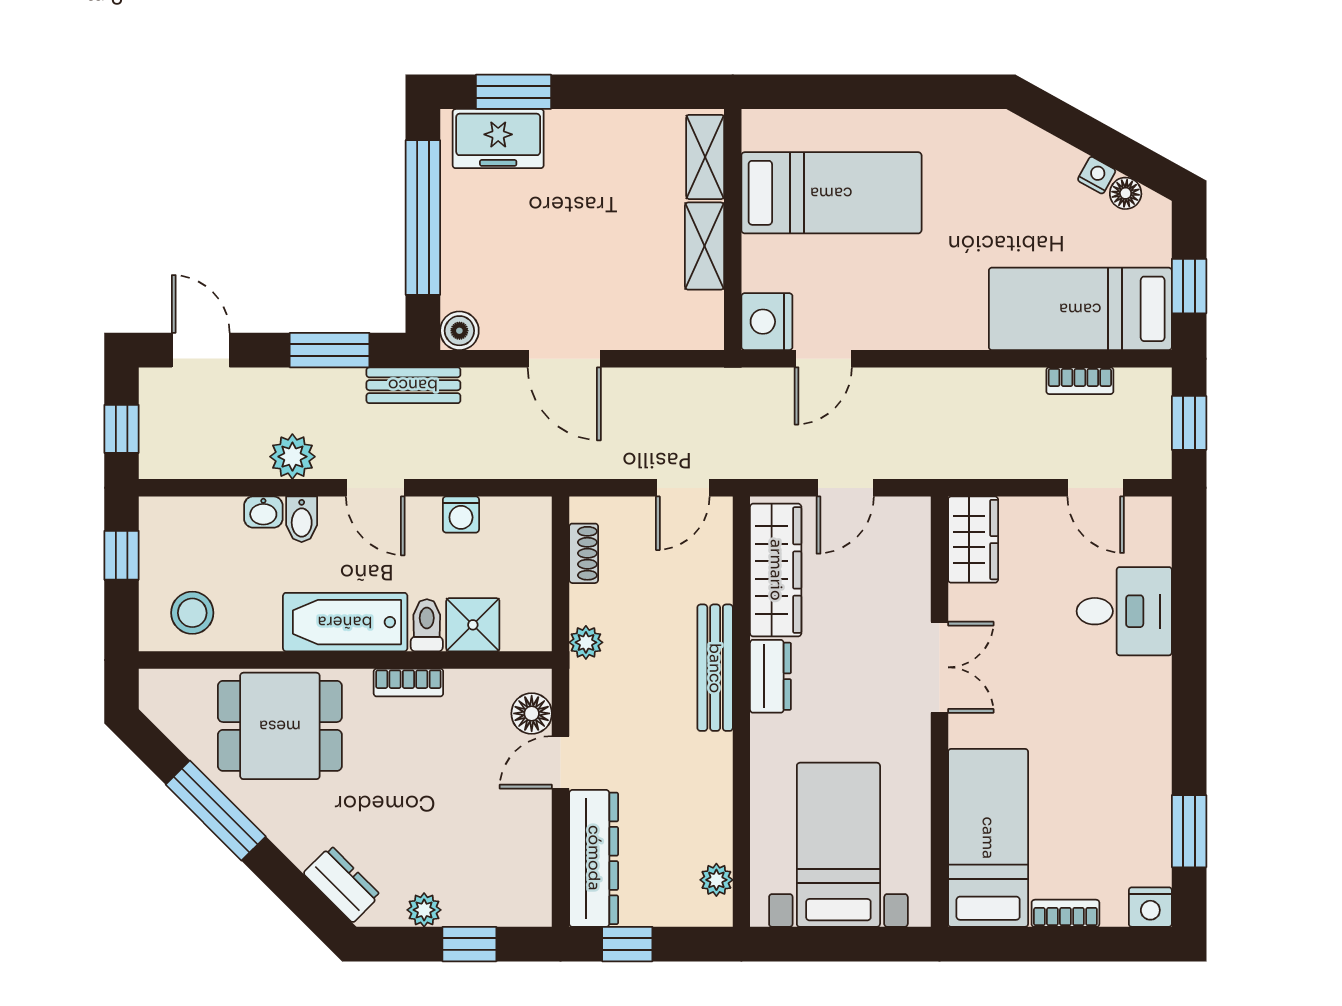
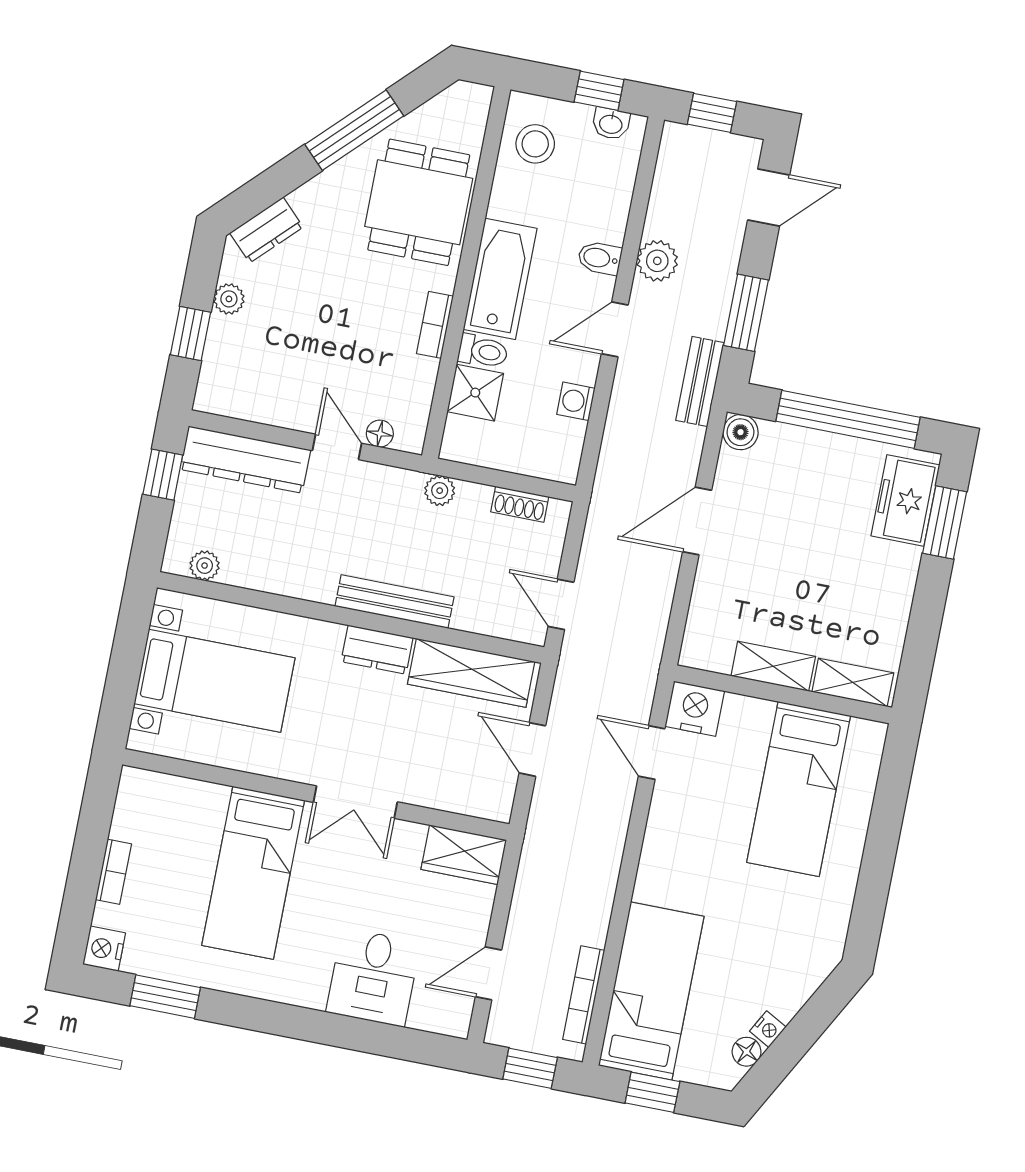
bookcase: (1080, 381) -> (584, 995), width x1.56
washbasin: (263, 512) -> (611, 124), moved, turned -90
floor lamp: (532, 713) -> (380, 434), width x0.73, depth x0.73
bed: (988, 838) -> (253, 873), moved, turned 90

